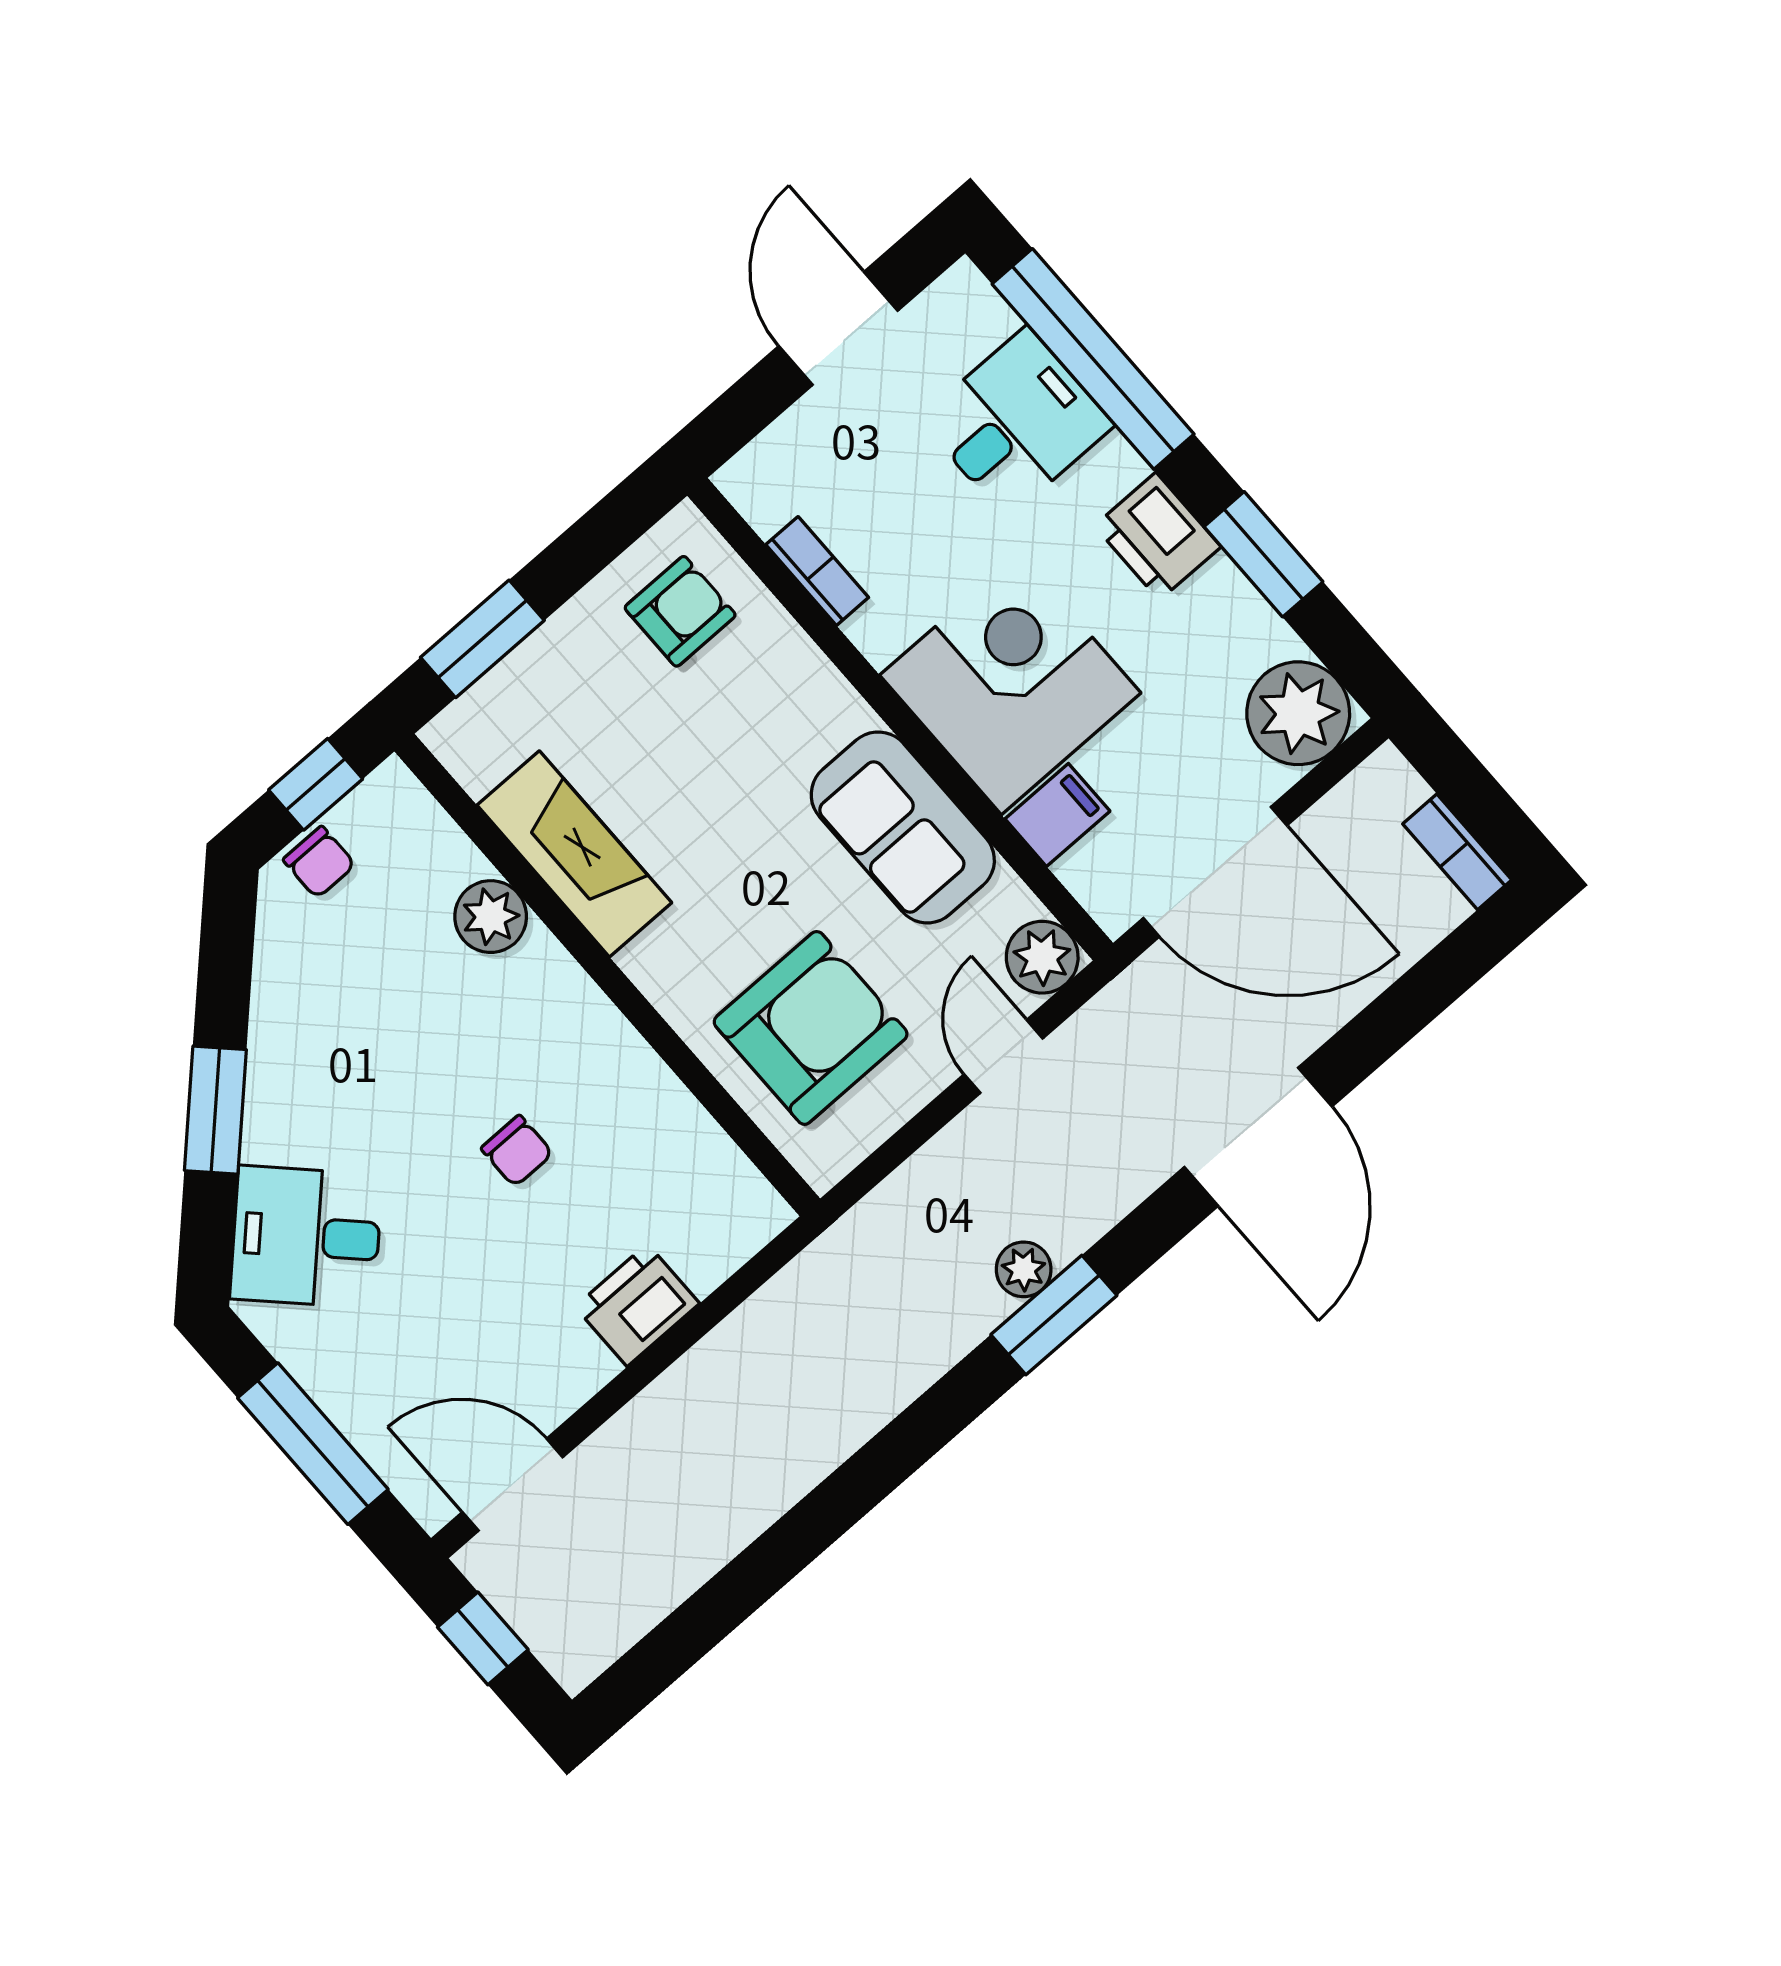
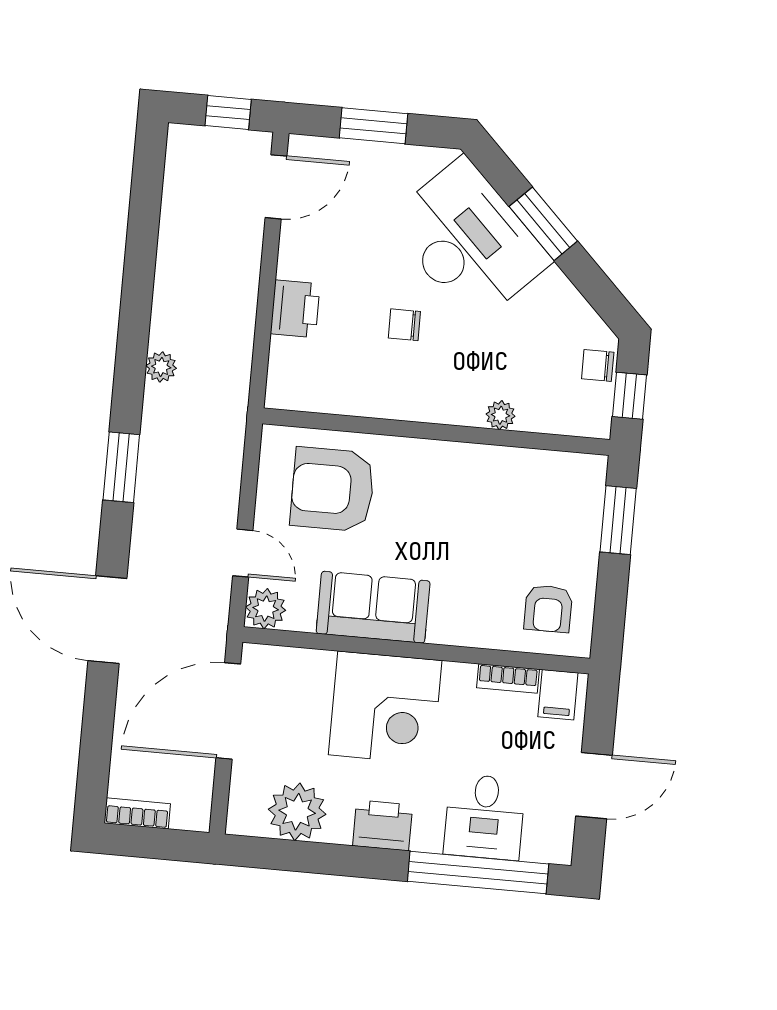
door: (838, 328) -> (594, 786), hinge flipped
window: (1263, 554) -> (332, 859), removed
plant: (1298, 713) -> (297, 812), moved
filing cabinet: (1057, 815) -> (558, 695), moved
fireplace: (574, 854) -> (497, 468), removed
plant: (491, 917) -> (500, 415), width x0.73, depth x0.73
armchair: (811, 1028) -> (333, 489), turned 90
desk: (306, 1237) -> (469, 241), width x1.87, depth x1.30
plant: (1024, 1269) -> (161, 367), moved
window: (313, 1444) -> (374, 126), width x0.69

